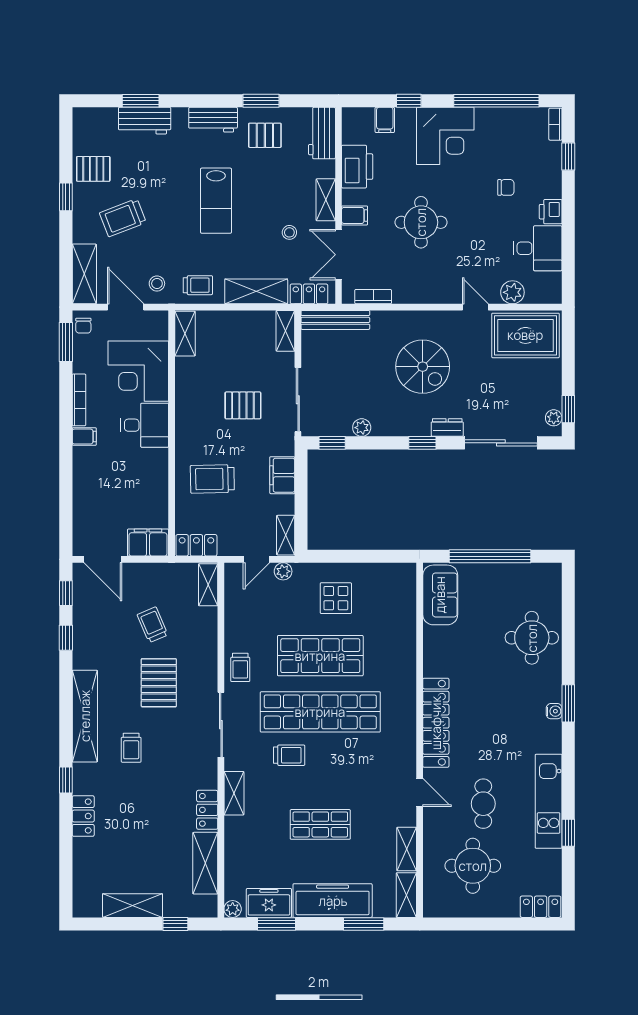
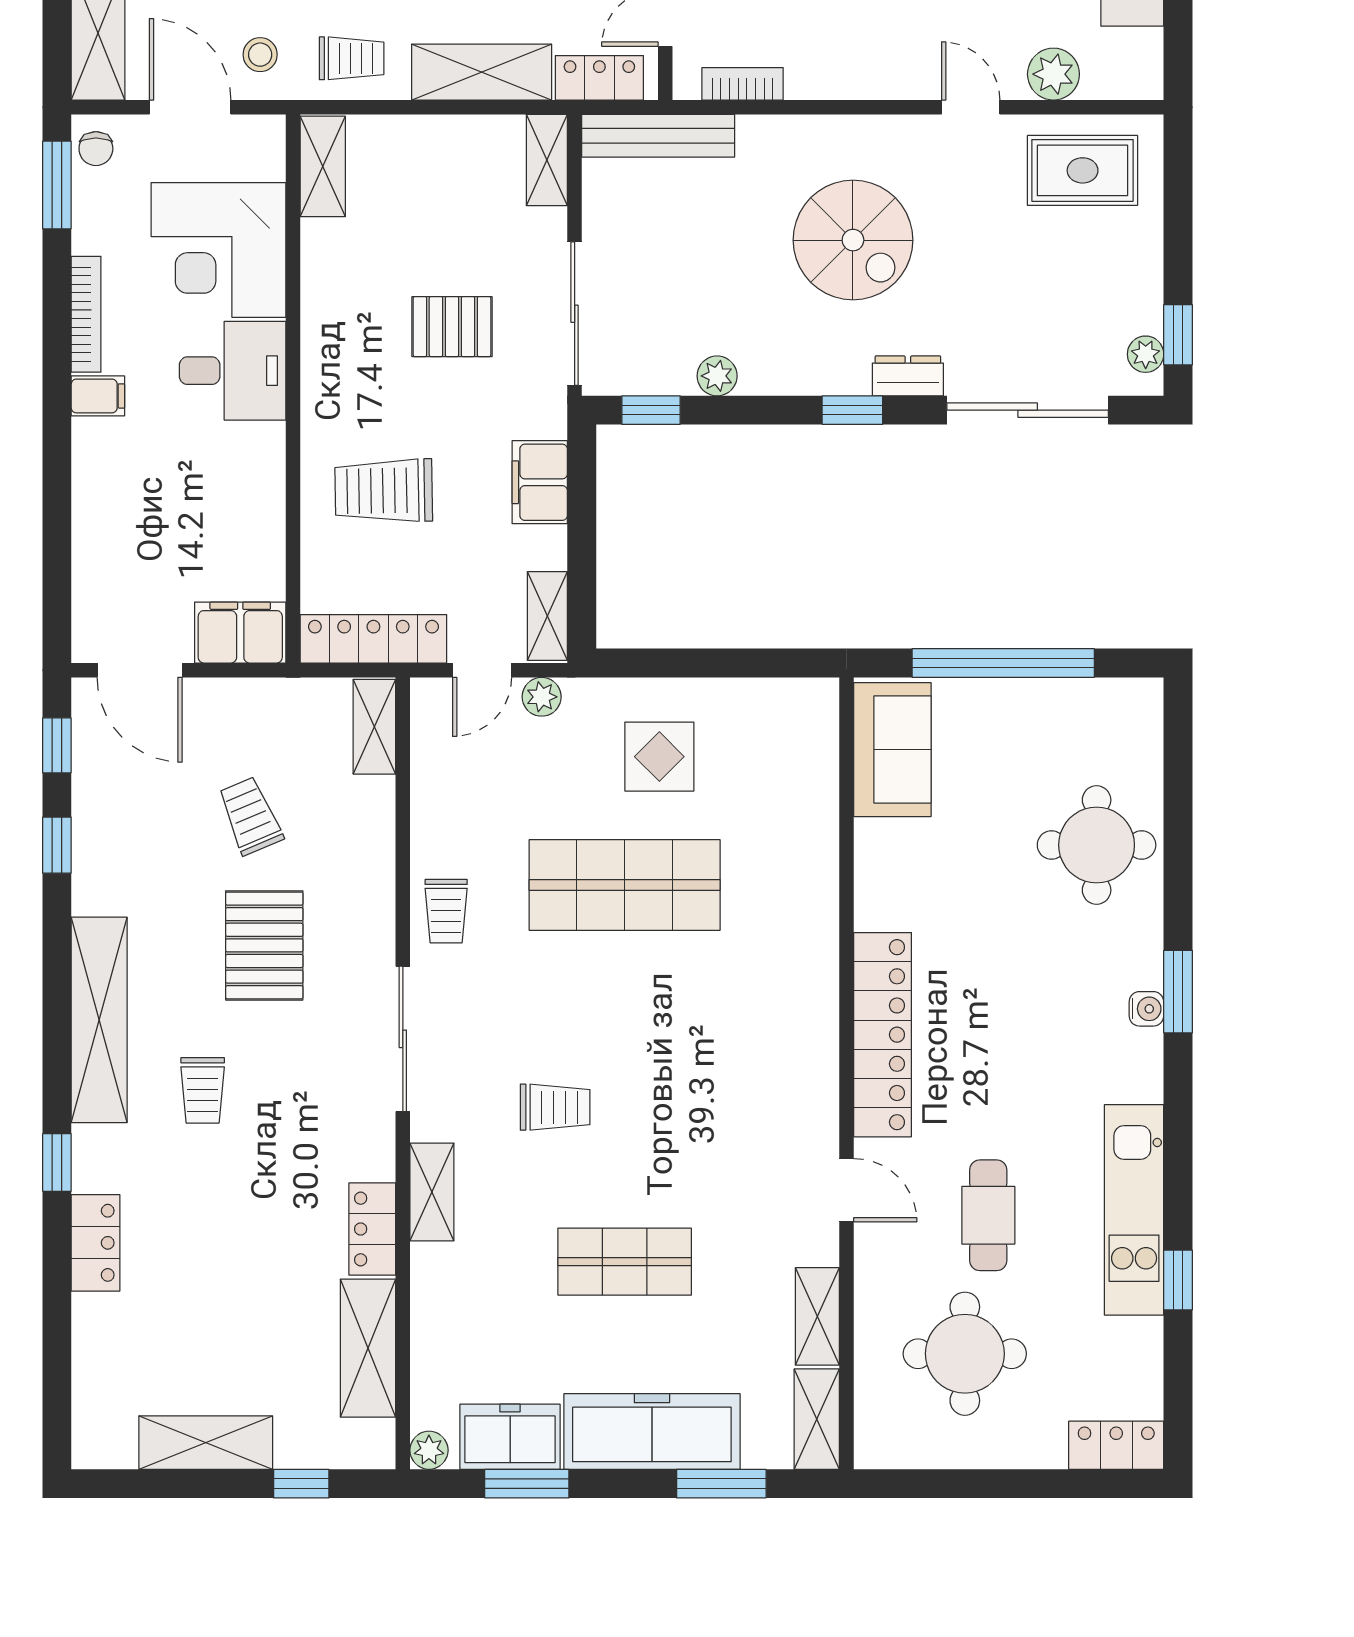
rug: (525, 335) -> (1083, 170), width x0.73, depth x0.70
locker: (196, 545) -> (373, 639), width x1.53
shop shelf: (320, 712) -> (625, 1011), removed

